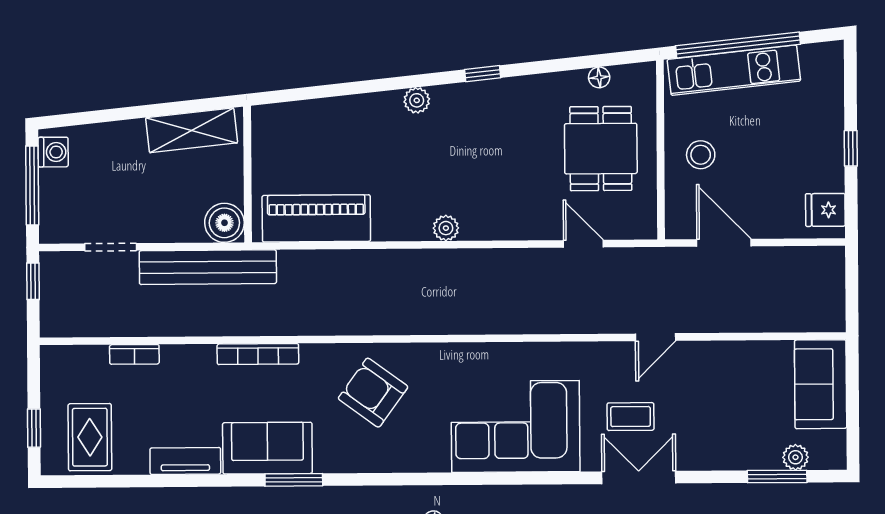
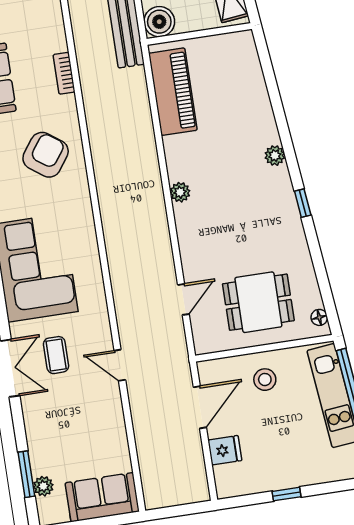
floor lamp: (599, 77) -> (319, 317), moved
fridge: (825, 210) -> (225, 450), moved, turned 90
bookcase: (258, 354) -> (64, 73), width x0.64

